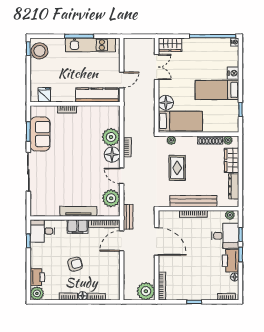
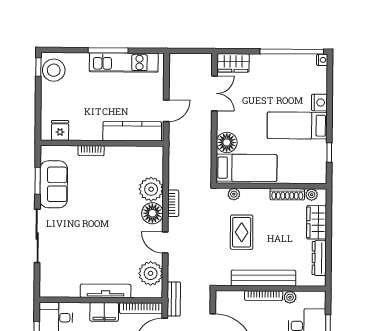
plant: (230, 215) -> (290, 297), moved

